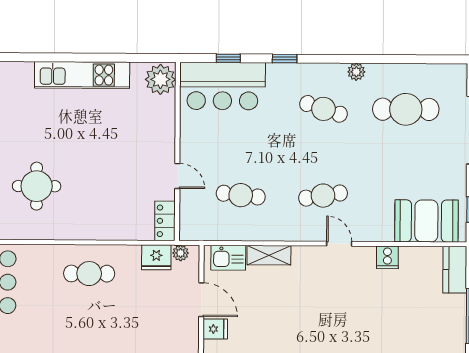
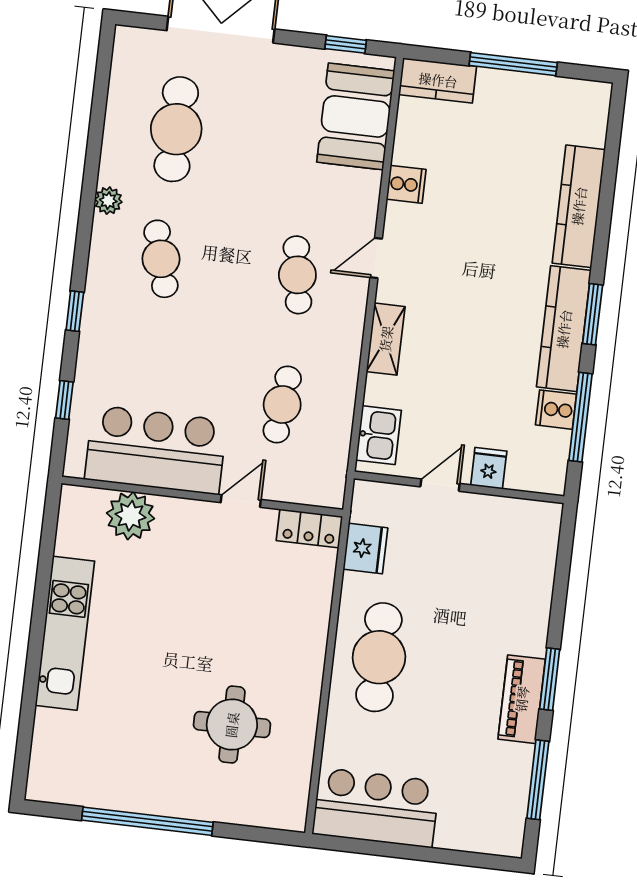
plant: (160, 79) -> (131, 516), moved
bar counter: (222, 86) -> (156, 450), moved, turned -90
cafe table: (323, 109) -> (161, 259), turned -33
plant: (181, 253) -> (363, 509), removed
shelving: (269, 255) -> (386, 339), moved
cafe table: (89, 274) -> (379, 657), width x1.37, depth x1.35
door: (201, 300) -> (440, 485), width x0.73

